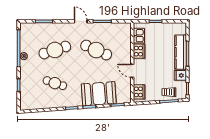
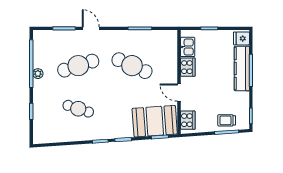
door: (81, 21) -> (91, 28), moved
fridge: (180, 75) -> (241, 38), moved
booth: (99, 94) -> (155, 121), moved

